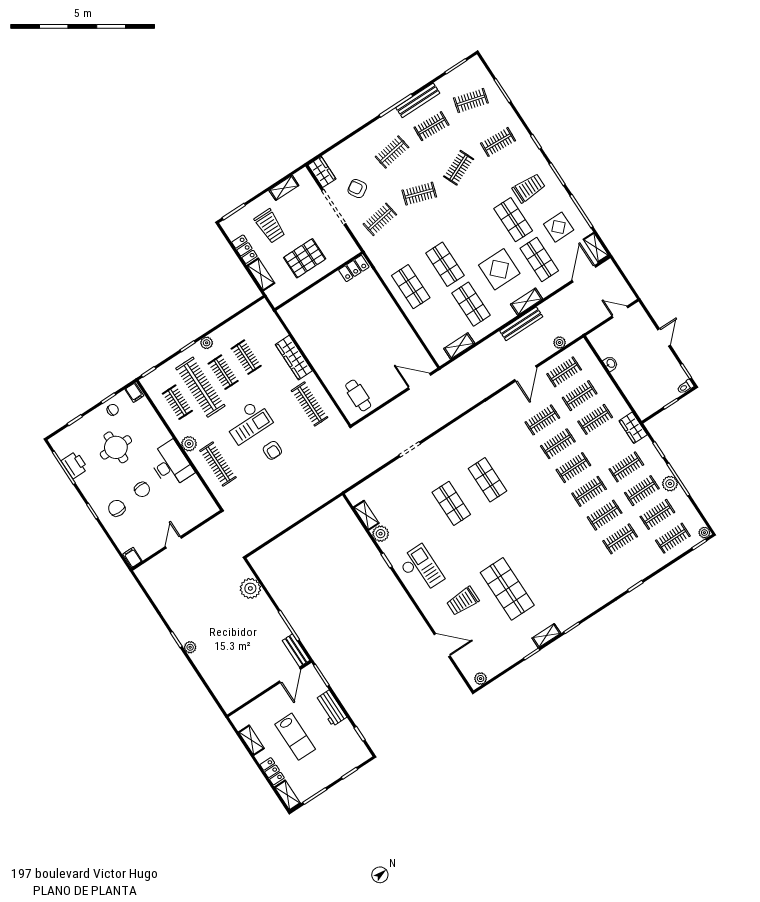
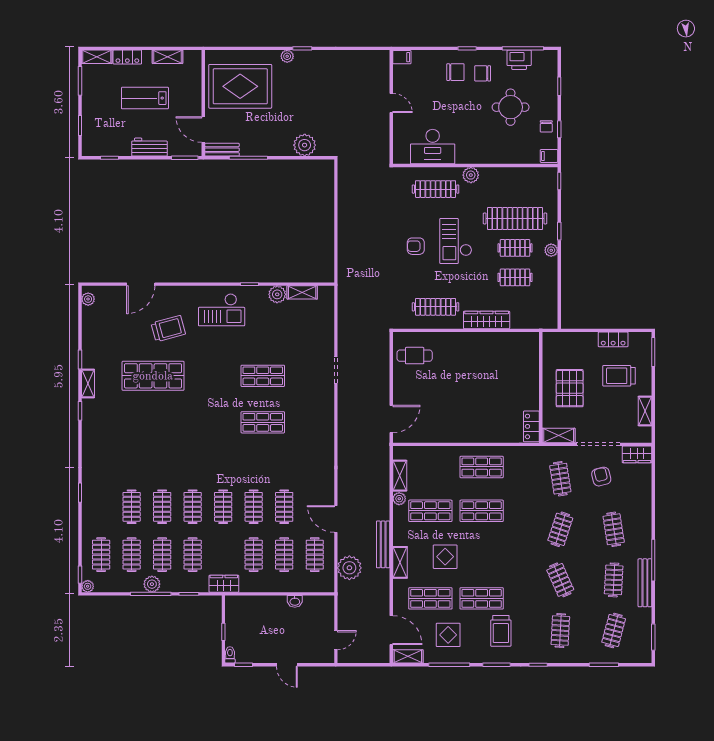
armchair: (357, 189) -> (601, 477), turned -72
display table: (499, 269) -> (445, 557), width x0.73, depth x0.73
shelving: (261, 274) -> (559, 436), moved
plant: (477, 335) -> (399, 499), added
plant: (560, 343) -> (349, 568), width x1.88, depth x1.88
clothes rail: (177, 402) -> (515, 189), removed
desk: (171, 464) -> (433, 147), moved
chair: (142, 489) -> (483, 73), moved
trolley: (463, 601) -> (168, 329), turned 75
rug: (237, 668) -> (240, 86), added

